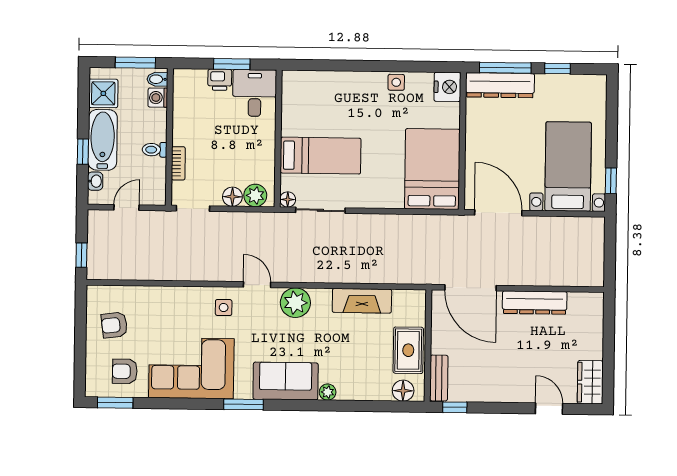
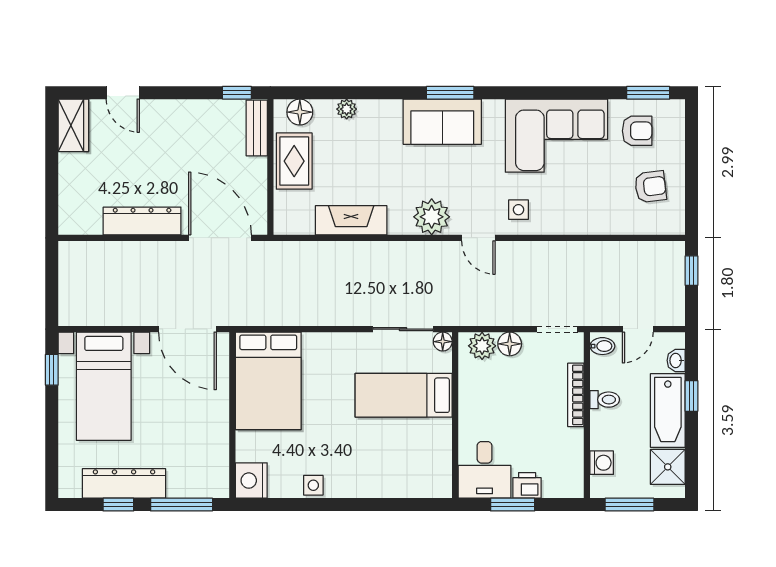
bidet: (157, 79) -> (602, 346), moved
dresser: (500, 85) -> (124, 483), moved
bookcase: (178, 163) -> (576, 395), width x1.56
plant: (328, 392) -> (347, 109), moved
window: (244, 404) -> (450, 93), moved

